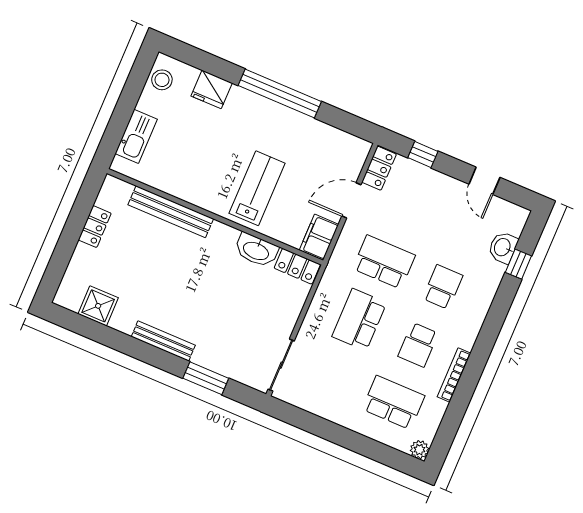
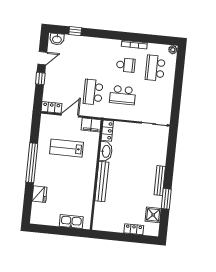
stool: (162, 80) -> (42, 218), removed
window: (423, 154) -> (40, 78), moved
lab bench: (257, 188) -> (66, 148), moved
door: (351, 200) -> (70, 115), swing flipped
bench: (171, 212) -> (102, 181), moved
locker: (95, 227) -> (134, 229), moved
washbasin: (503, 247) -> (57, 39), moved
school desk: (443, 287) -> (96, 62), removed
window: (206, 378) -> (166, 199), moved

